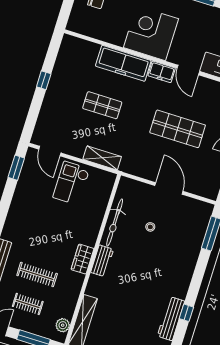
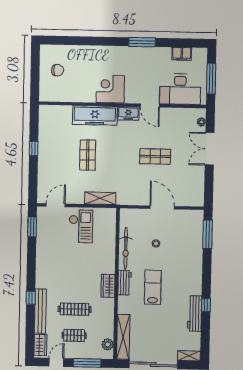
corner desk: (151, 33) -> (110, 89), width x0.74, depth x0.74
shop shelf: (102, 105) -> (88, 155), turned 90
shop shelf: (178, 129) -> (155, 156), width x0.70, depth x0.74
door: (50, 151) -> (56, 205), swing flipped
checkout: (71, 183) -> (81, 226), turned 180
lab bench: (132, 275) -> (153, 287), added

